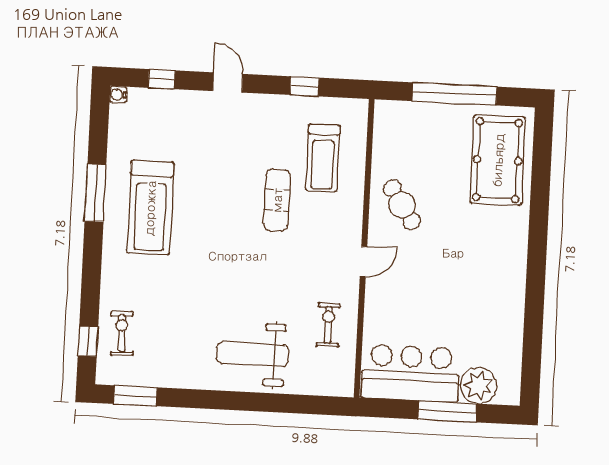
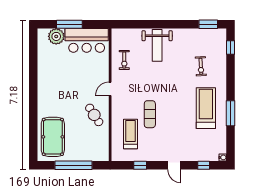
exercise bike: (122, 333) -> (201, 66), moved
weight bench: (253, 354) -> (157, 45), turned 90

